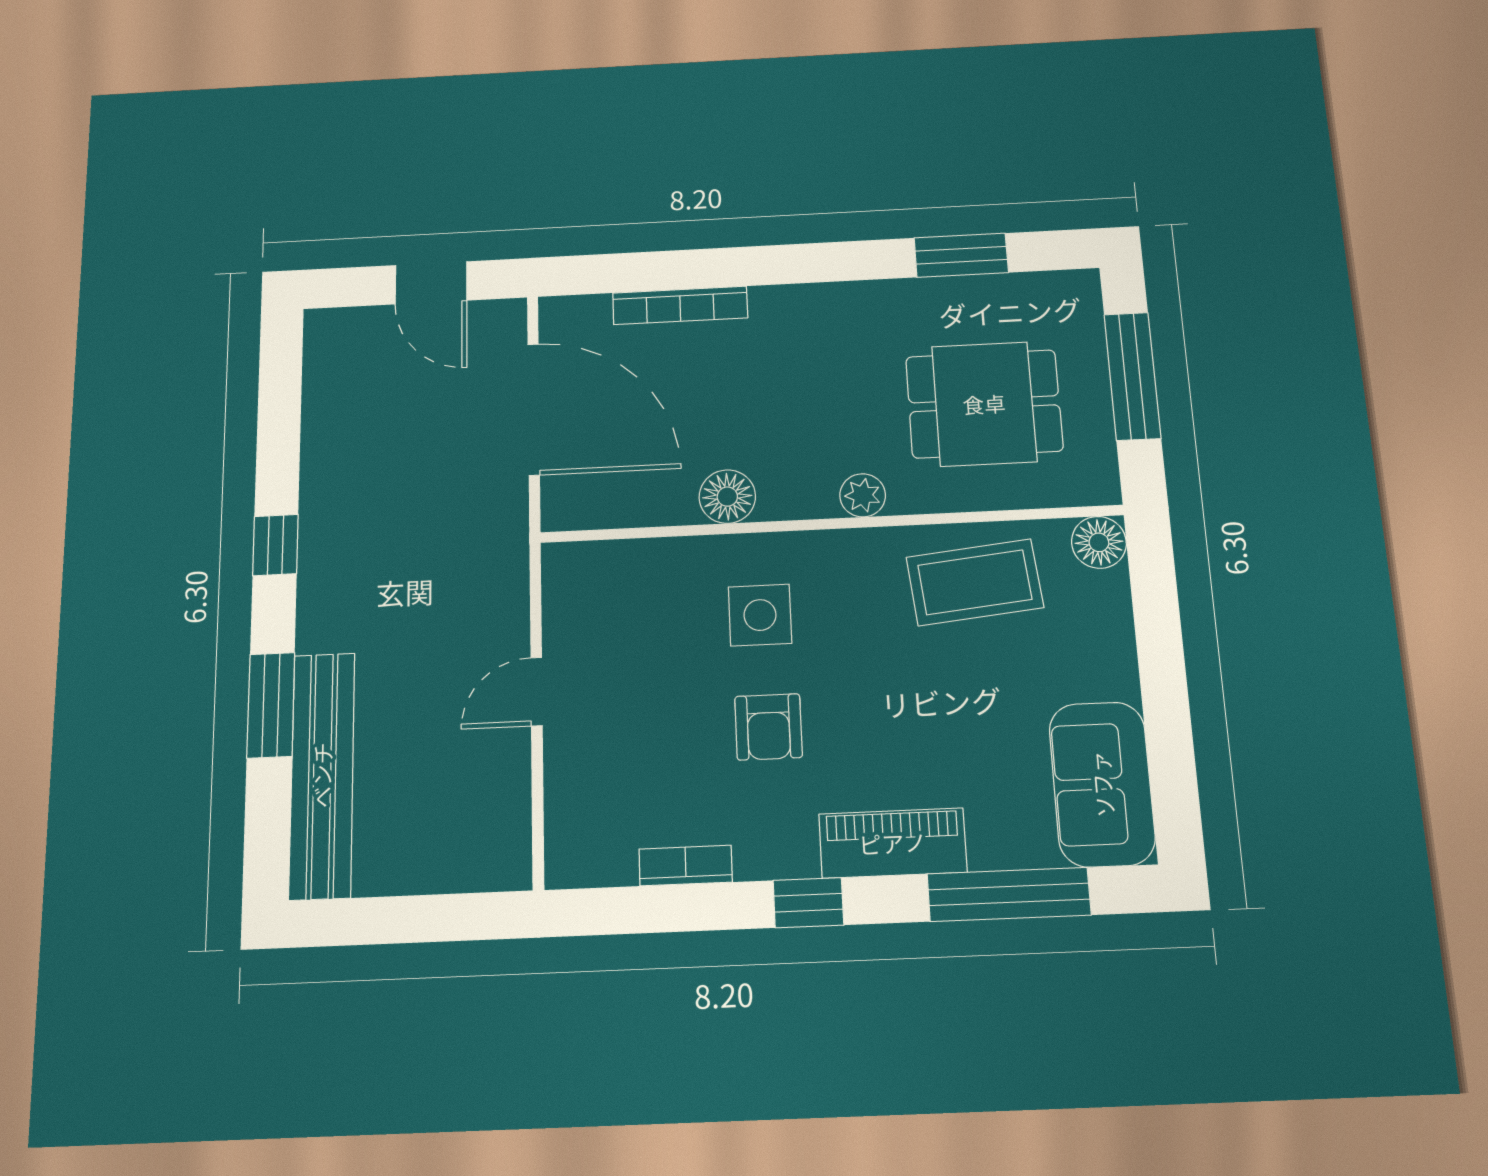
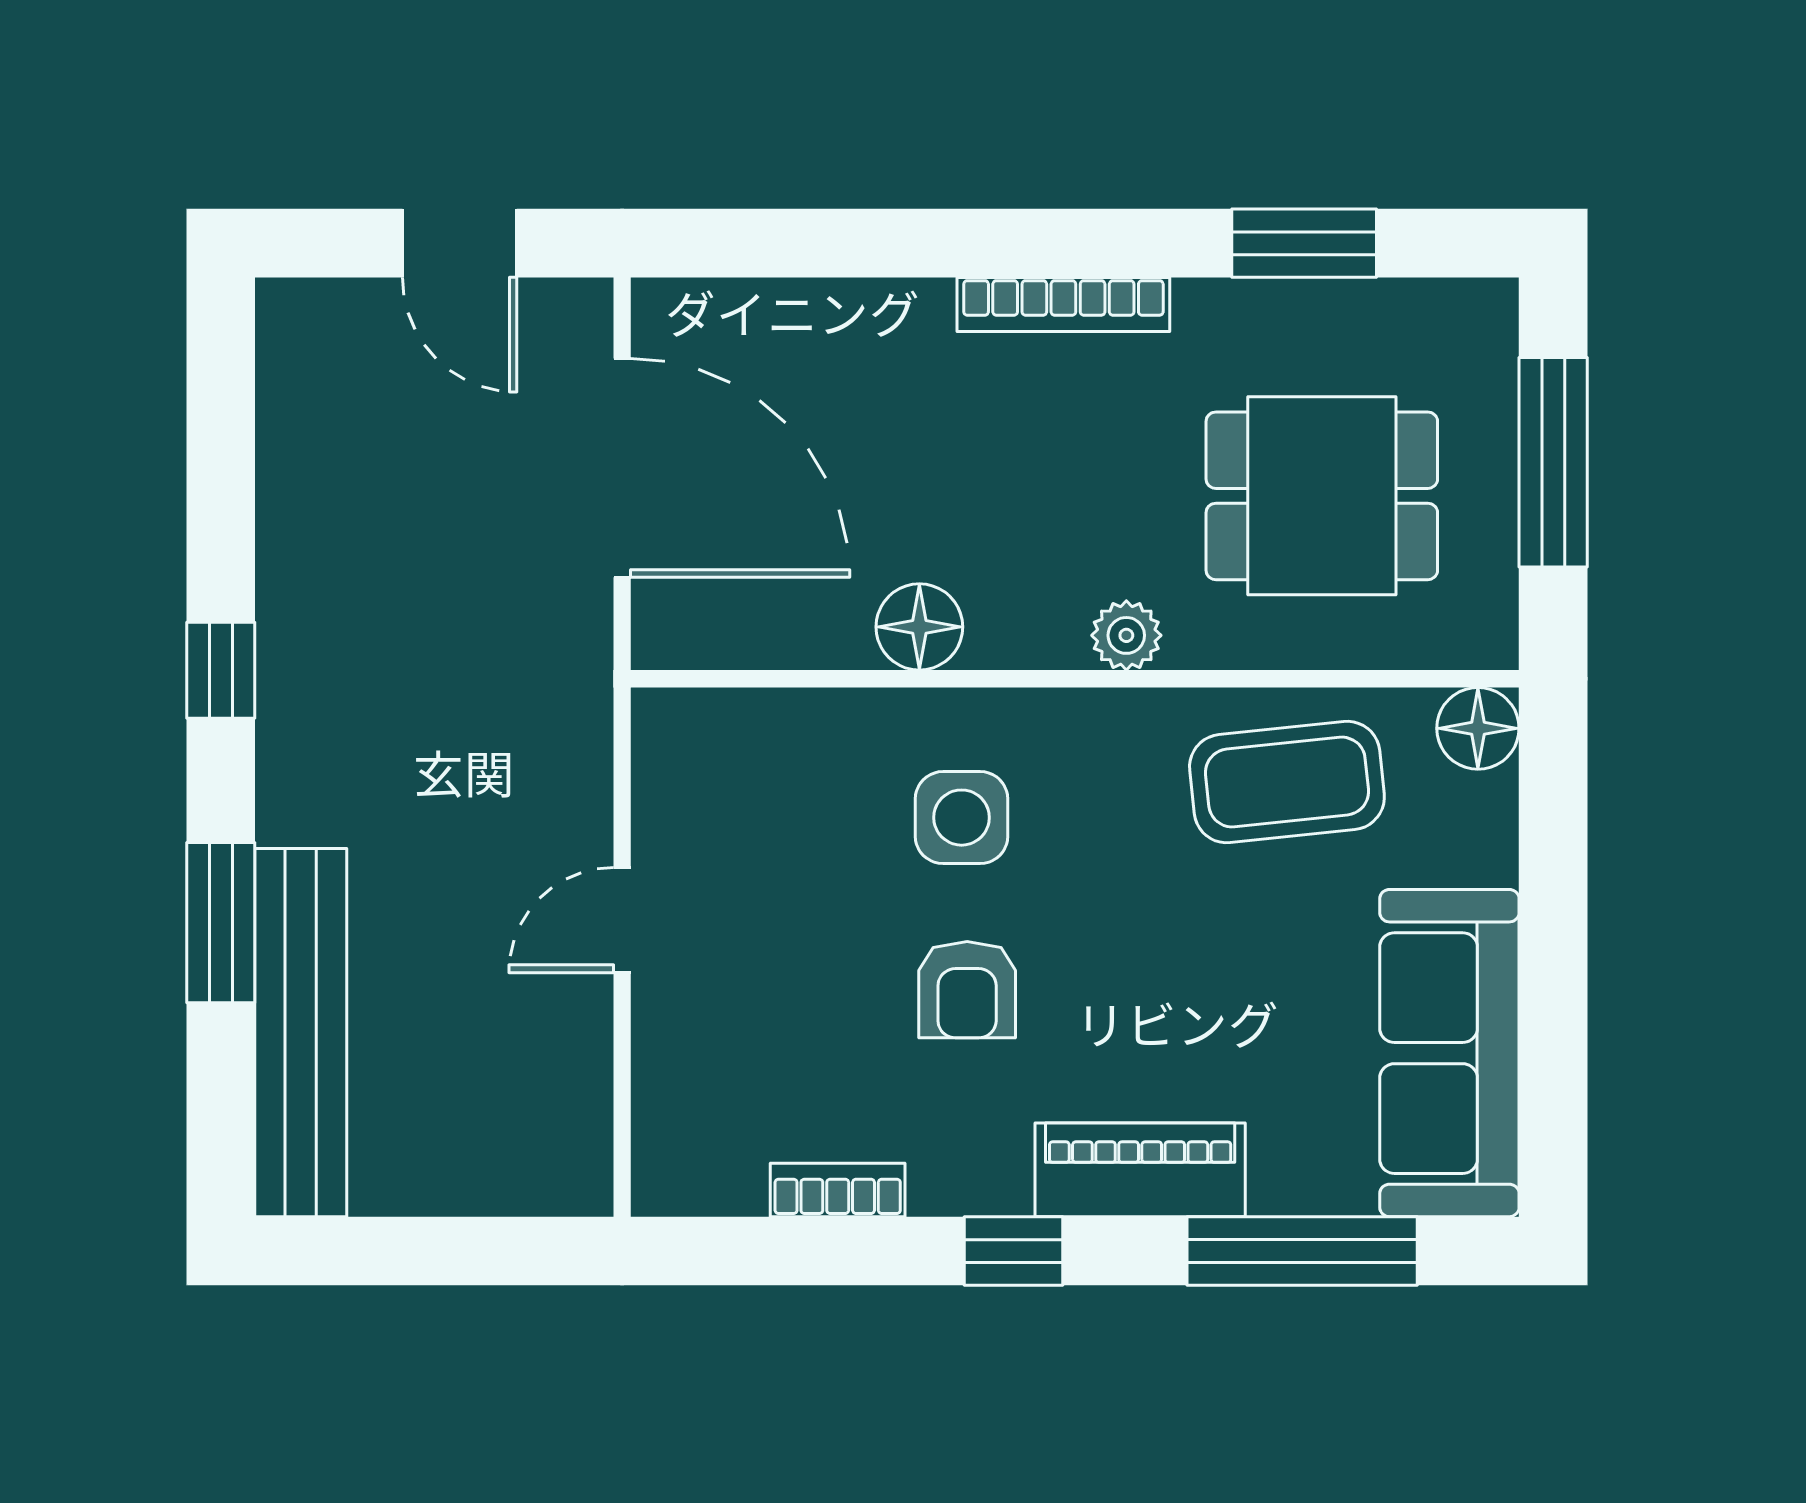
bookcase: (680, 305) -> (1063, 304), moved
sofa: (1102, 784) -> (1449, 1053), width x1.36

